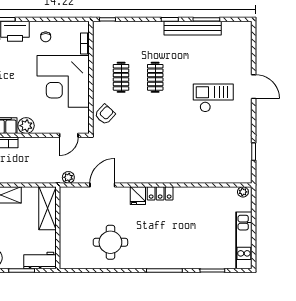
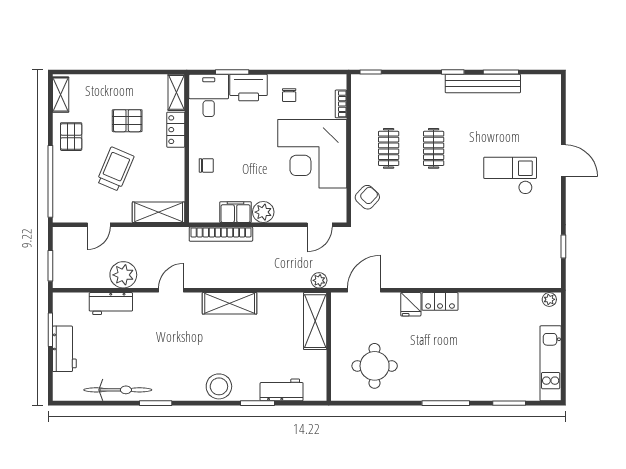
shelving: (47, 208) -> (315, 321), moved
wall: (58, 228) -> (329, 347), moved

